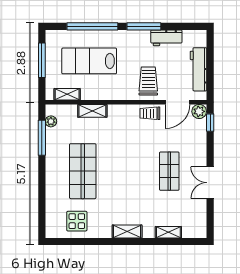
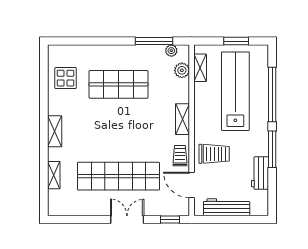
window: (42, 60) -> (236, 41), width x0.69
lab bench: (89, 61) -> (235, 91), width x1.36
shelving: (92, 111) -> (183, 119), moved
plant: (199, 111) -> (182, 70), moved
shop shelf: (169, 171) -> (118, 176), width x2.00, depth x1.36
double door: (210, 183) -> (127, 219), moved

